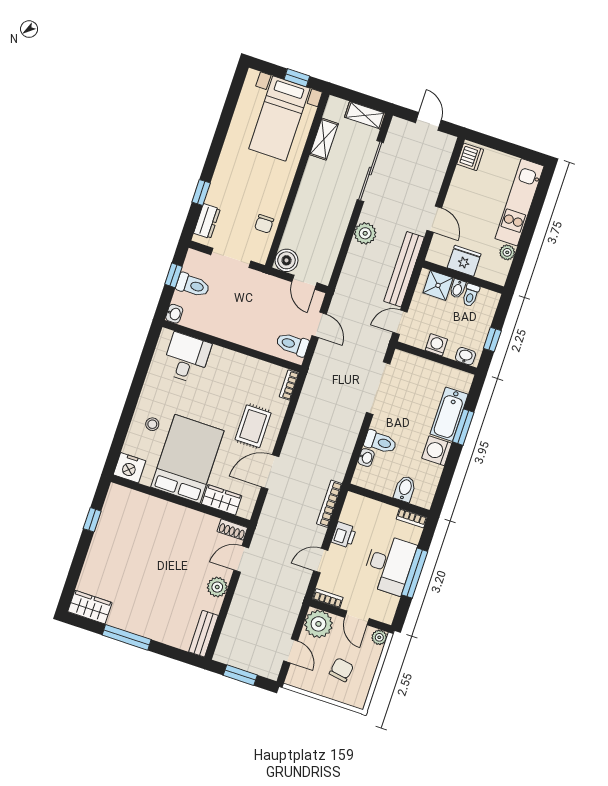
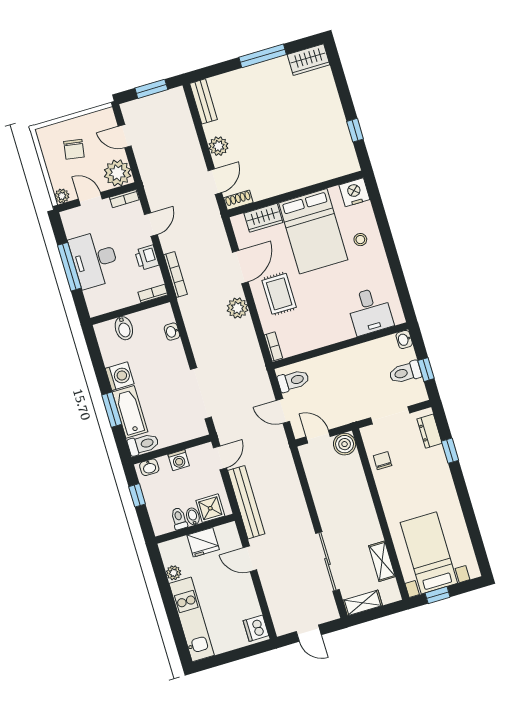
plant: (365, 233) -> (237, 308), moved
toilet: (380, 442) -> (143, 444), moved, turned 180
bookcase: (412, 518) -> (153, 294), moved

